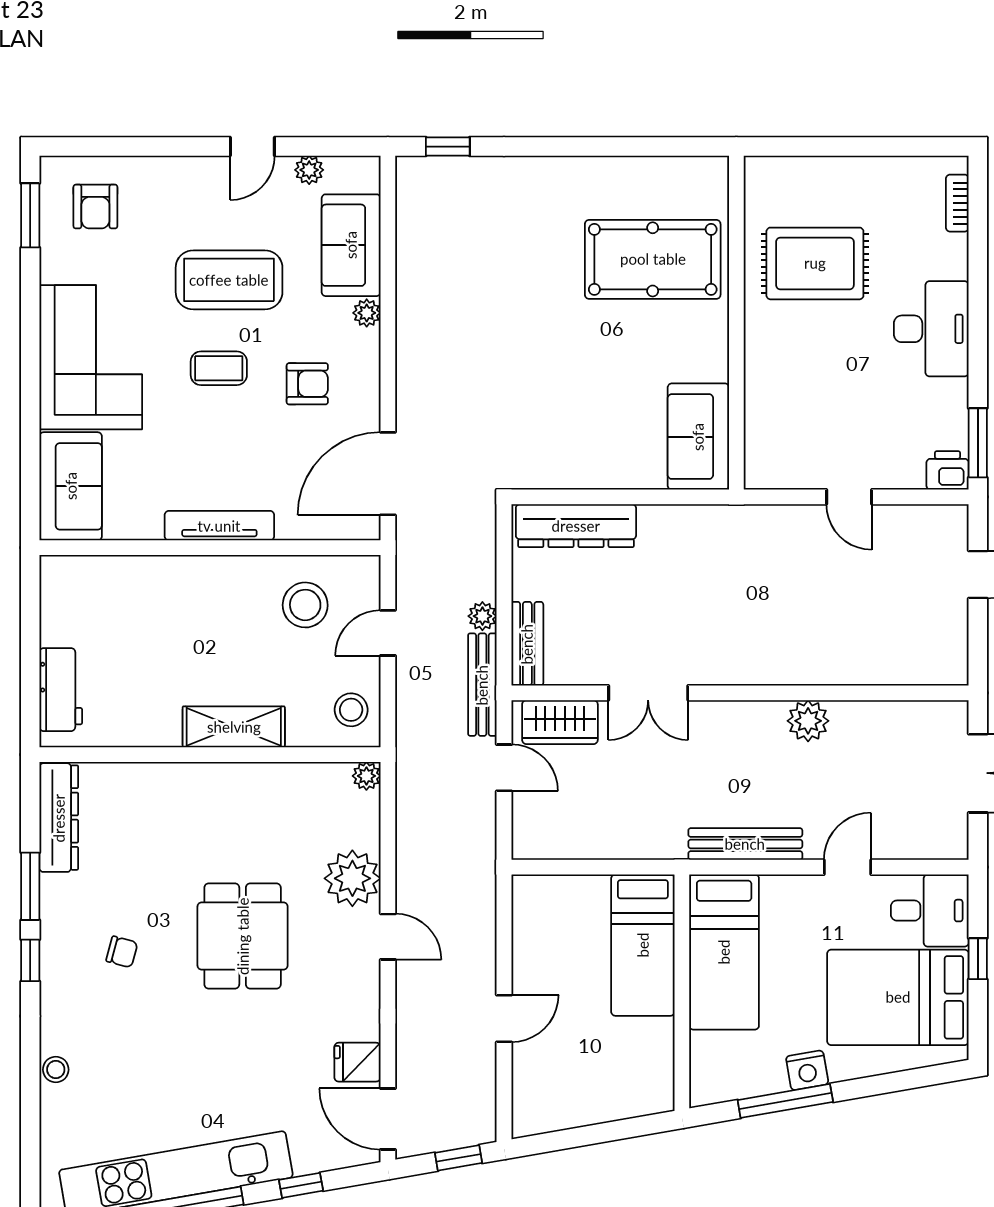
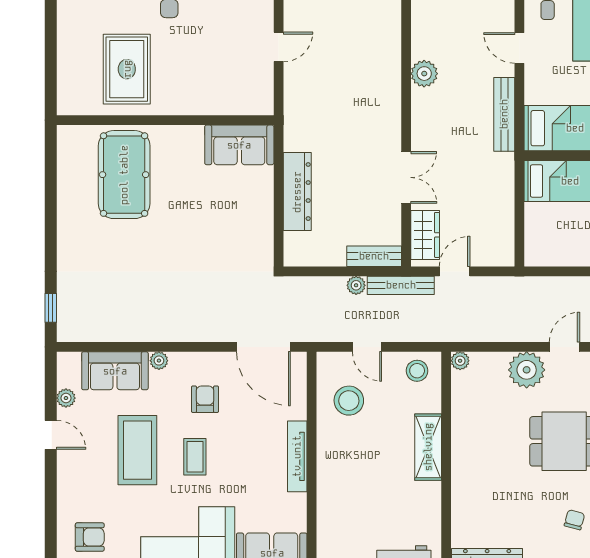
dresser: (576, 526) -> (297, 192), moved

